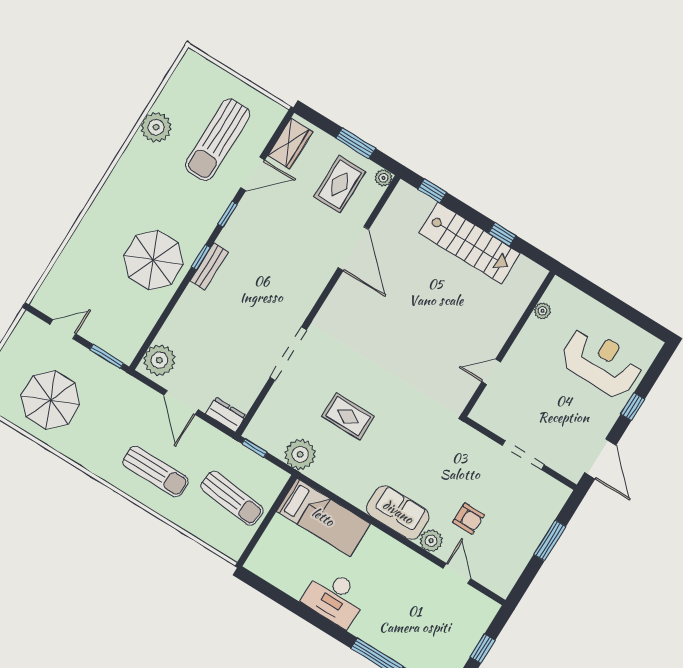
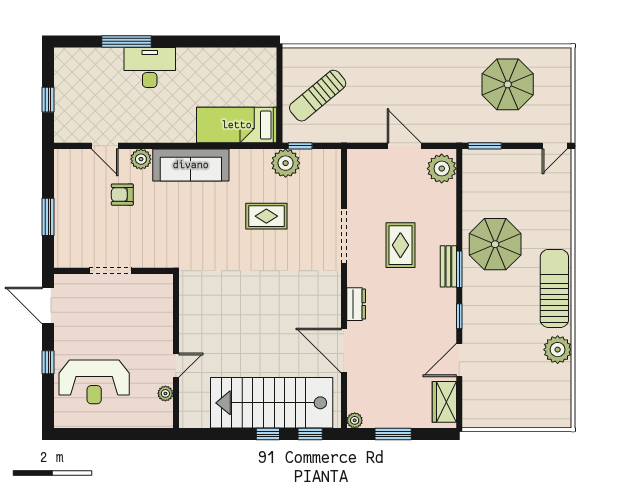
sun lounger: (218, 140) -> (554, 288), moved
rug: (340, 184) -> (400, 245), moved
window: (502, 234) -> (268, 434), moved
stairs: (470, 243) -> (272, 403), width x1.36, depth x1.51
window: (201, 257) -> (459, 269), width x1.50
door: (63, 329) -> (555, 146), moved
door: (491, 372) -> (176, 365), moved
dresser: (226, 415) -> (356, 304), moved, turned -90
window: (254, 448) -> (300, 146), moved
sun lounger: (156, 472) -> (391, 79), removed
sun lounger: (232, 498) -> (318, 96), turned -46
sofa: (398, 512) -> (191, 165), width x1.36
desk: (334, 598) -> (150, 67), moved

